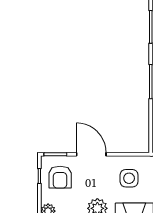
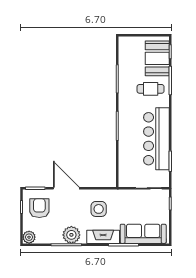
armchair: (60, 177) -> (39, 208), turned 180

